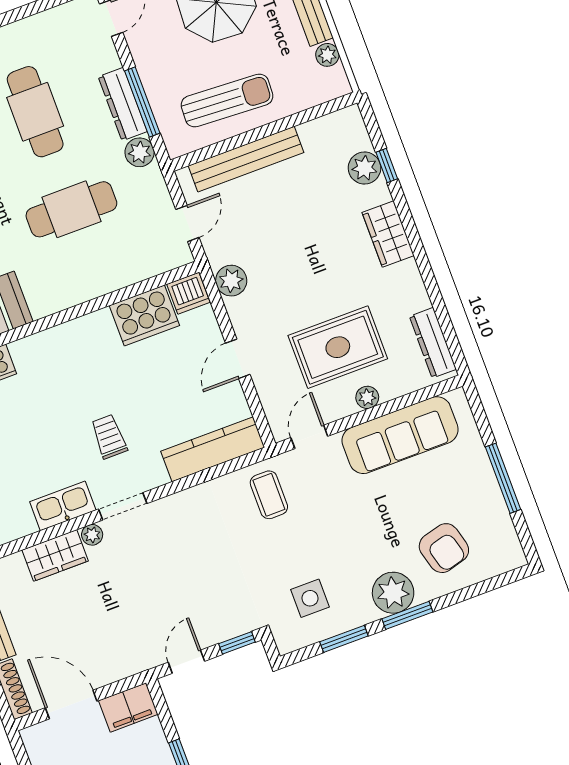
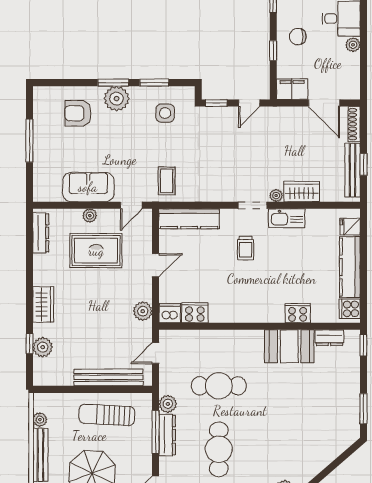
cooker: (144, 316) -> (195, 313), width x0.73, depth x0.76
sofa: (400, 435) -> (88, 187), width x0.73
armchair: (444, 548) -> (78, 113), turned -75

